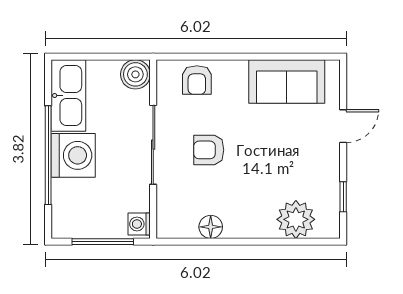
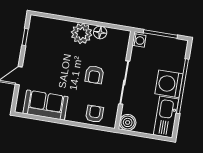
armchair: (209, 150) -> (94, 75), turned 90
plant: (296, 219) -> (82, 34), moved

